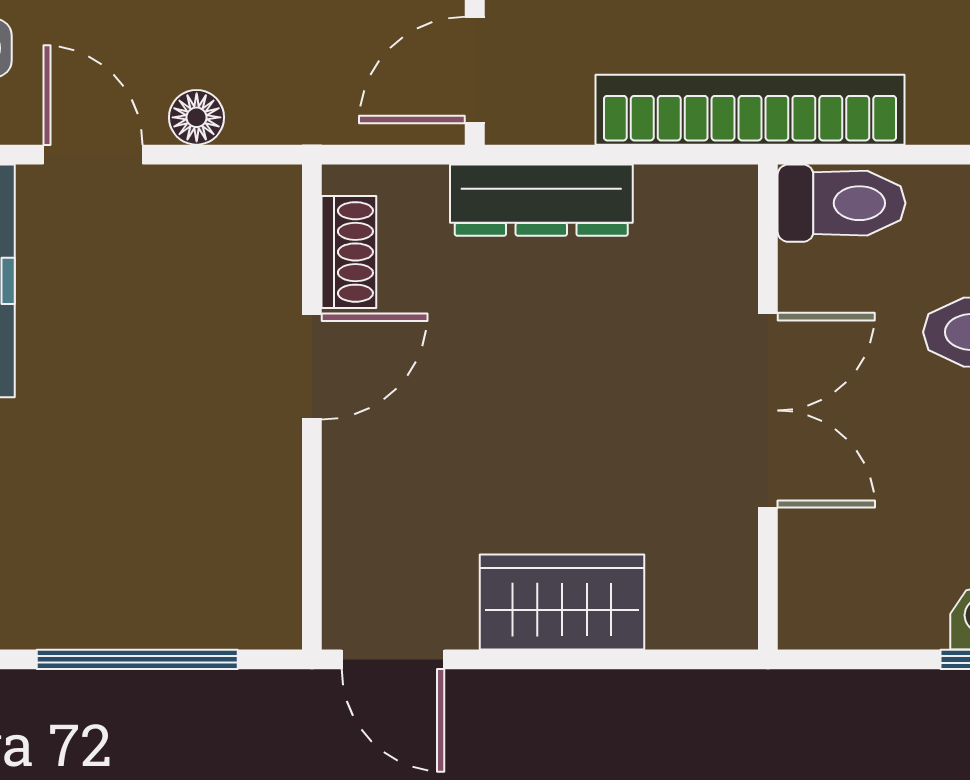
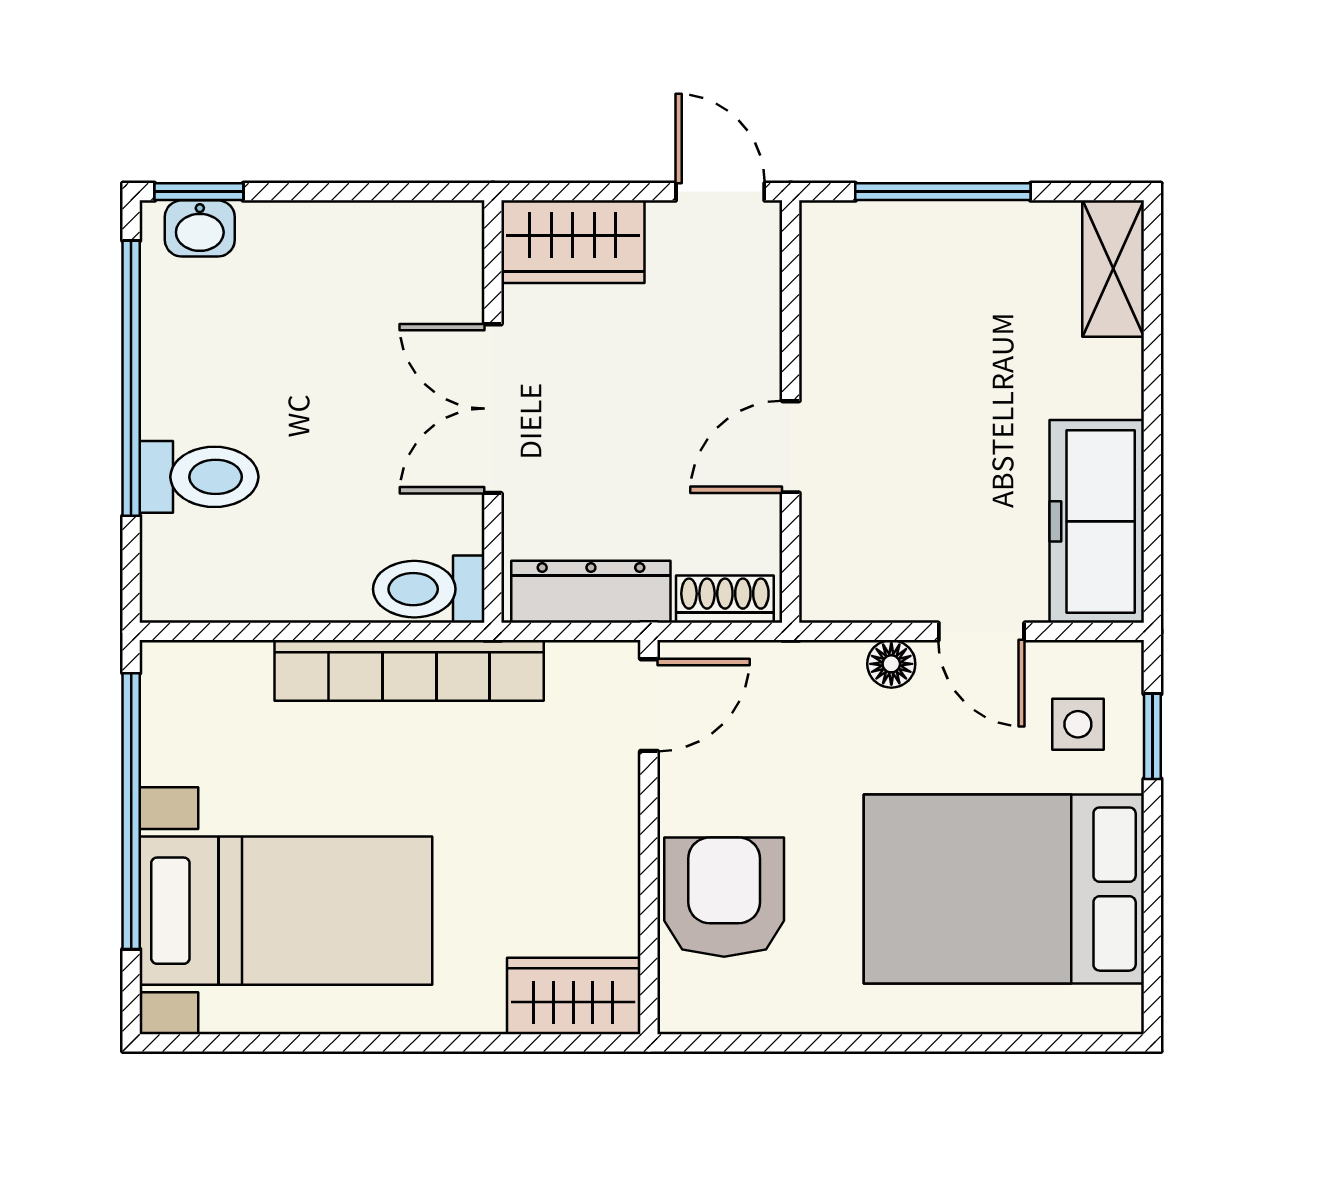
toilet: (842, 203) -> (429, 589), moved
shoe rack: (349, 252) -> (725, 599), moved, turned 90
wall: (768, 407) -> (493, 412), moved
double door: (768, 410) -> (493, 409), moved

